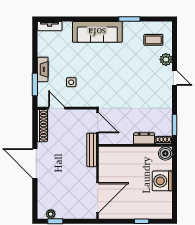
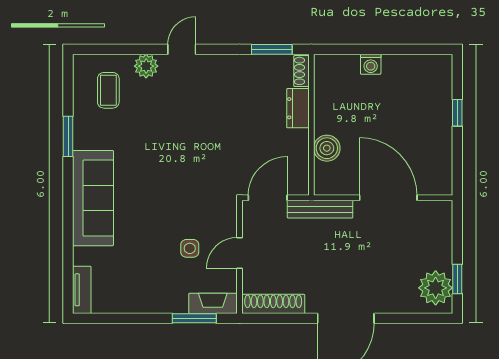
fireplace: (43, 69) -> (213, 303), moved
door: (57, 108) -> (240, 253), moved
boiler: (165, 153) -> (327, 148), moved
washing machine: (162, 181) -> (371, 64), width x0.53, depth x0.53
door: (98, 198) -> (388, 198), moved
plant: (51, 214) -> (436, 288), width x1.88, depth x1.88

